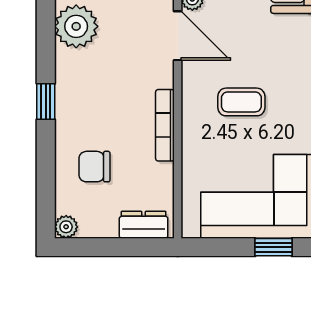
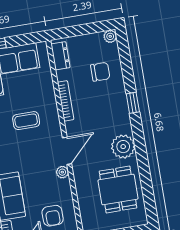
door: (178, 36) -> (67, 151), swing flipped
dresser: (144, 225) -> (60, 56), moved, turned -90

